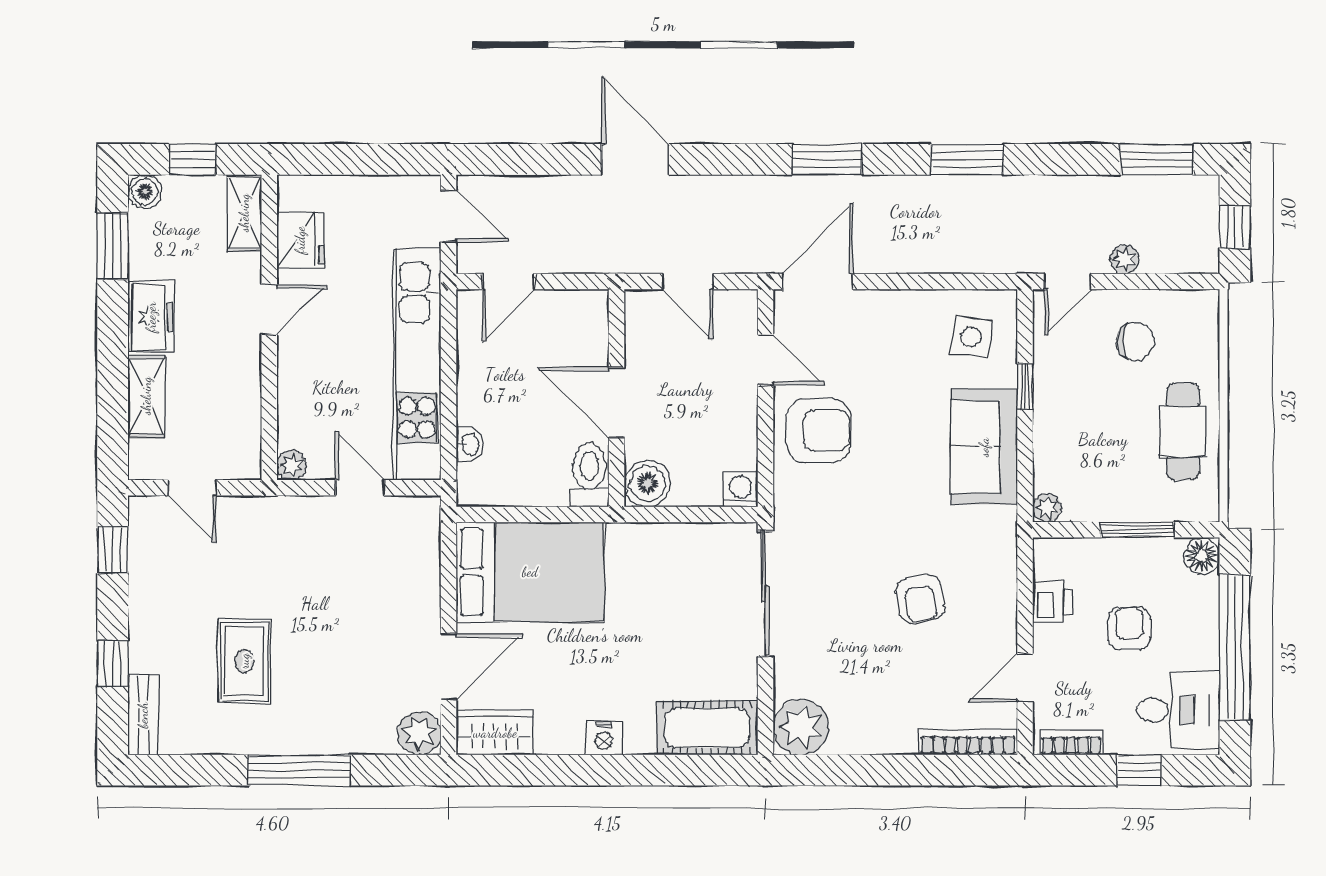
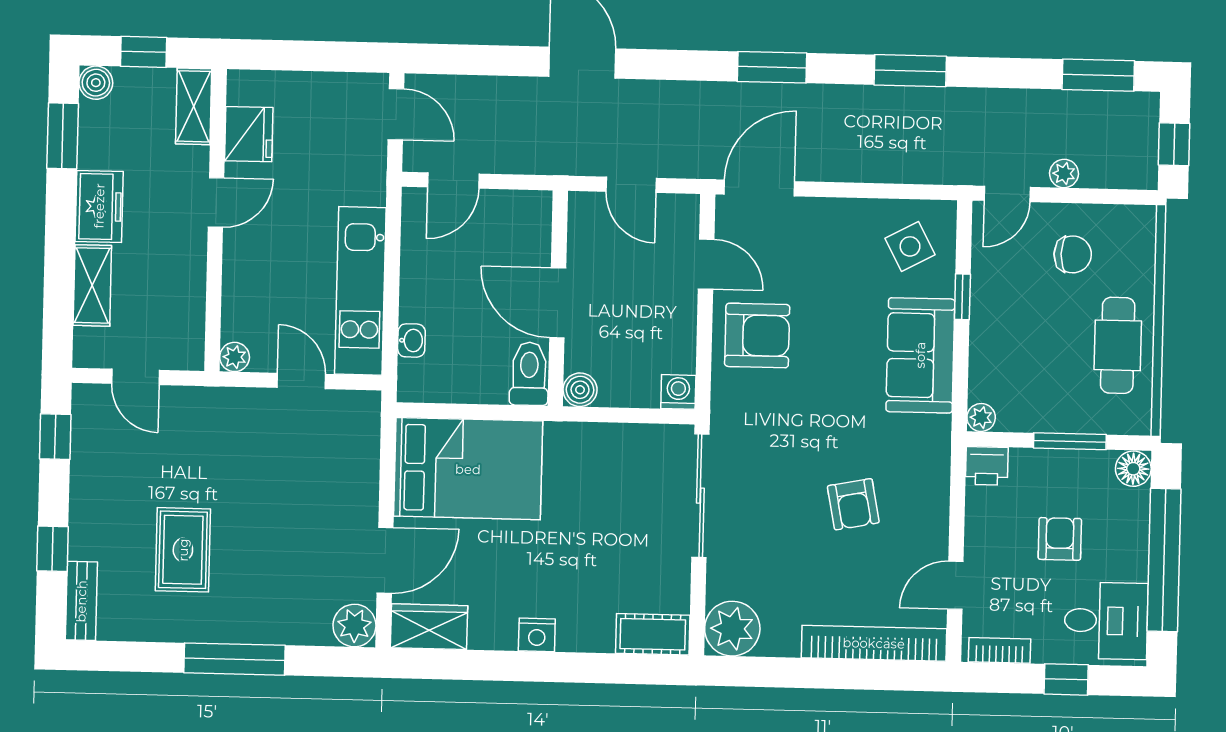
side table: (971, 337) -> (910, 246), turned -35
kitchen unit: (417, 365) -> (360, 291), width x0.73
boiler: (647, 484) -> (580, 390), width x0.73, depth x0.73
printer: (1052, 601) -> (987, 466), moved, turned 90
cot: (707, 728) -> (653, 634), width x0.73, depth x0.75
bookcase: (968, 742) -> (874, 643), width x1.48, depth x1.31

